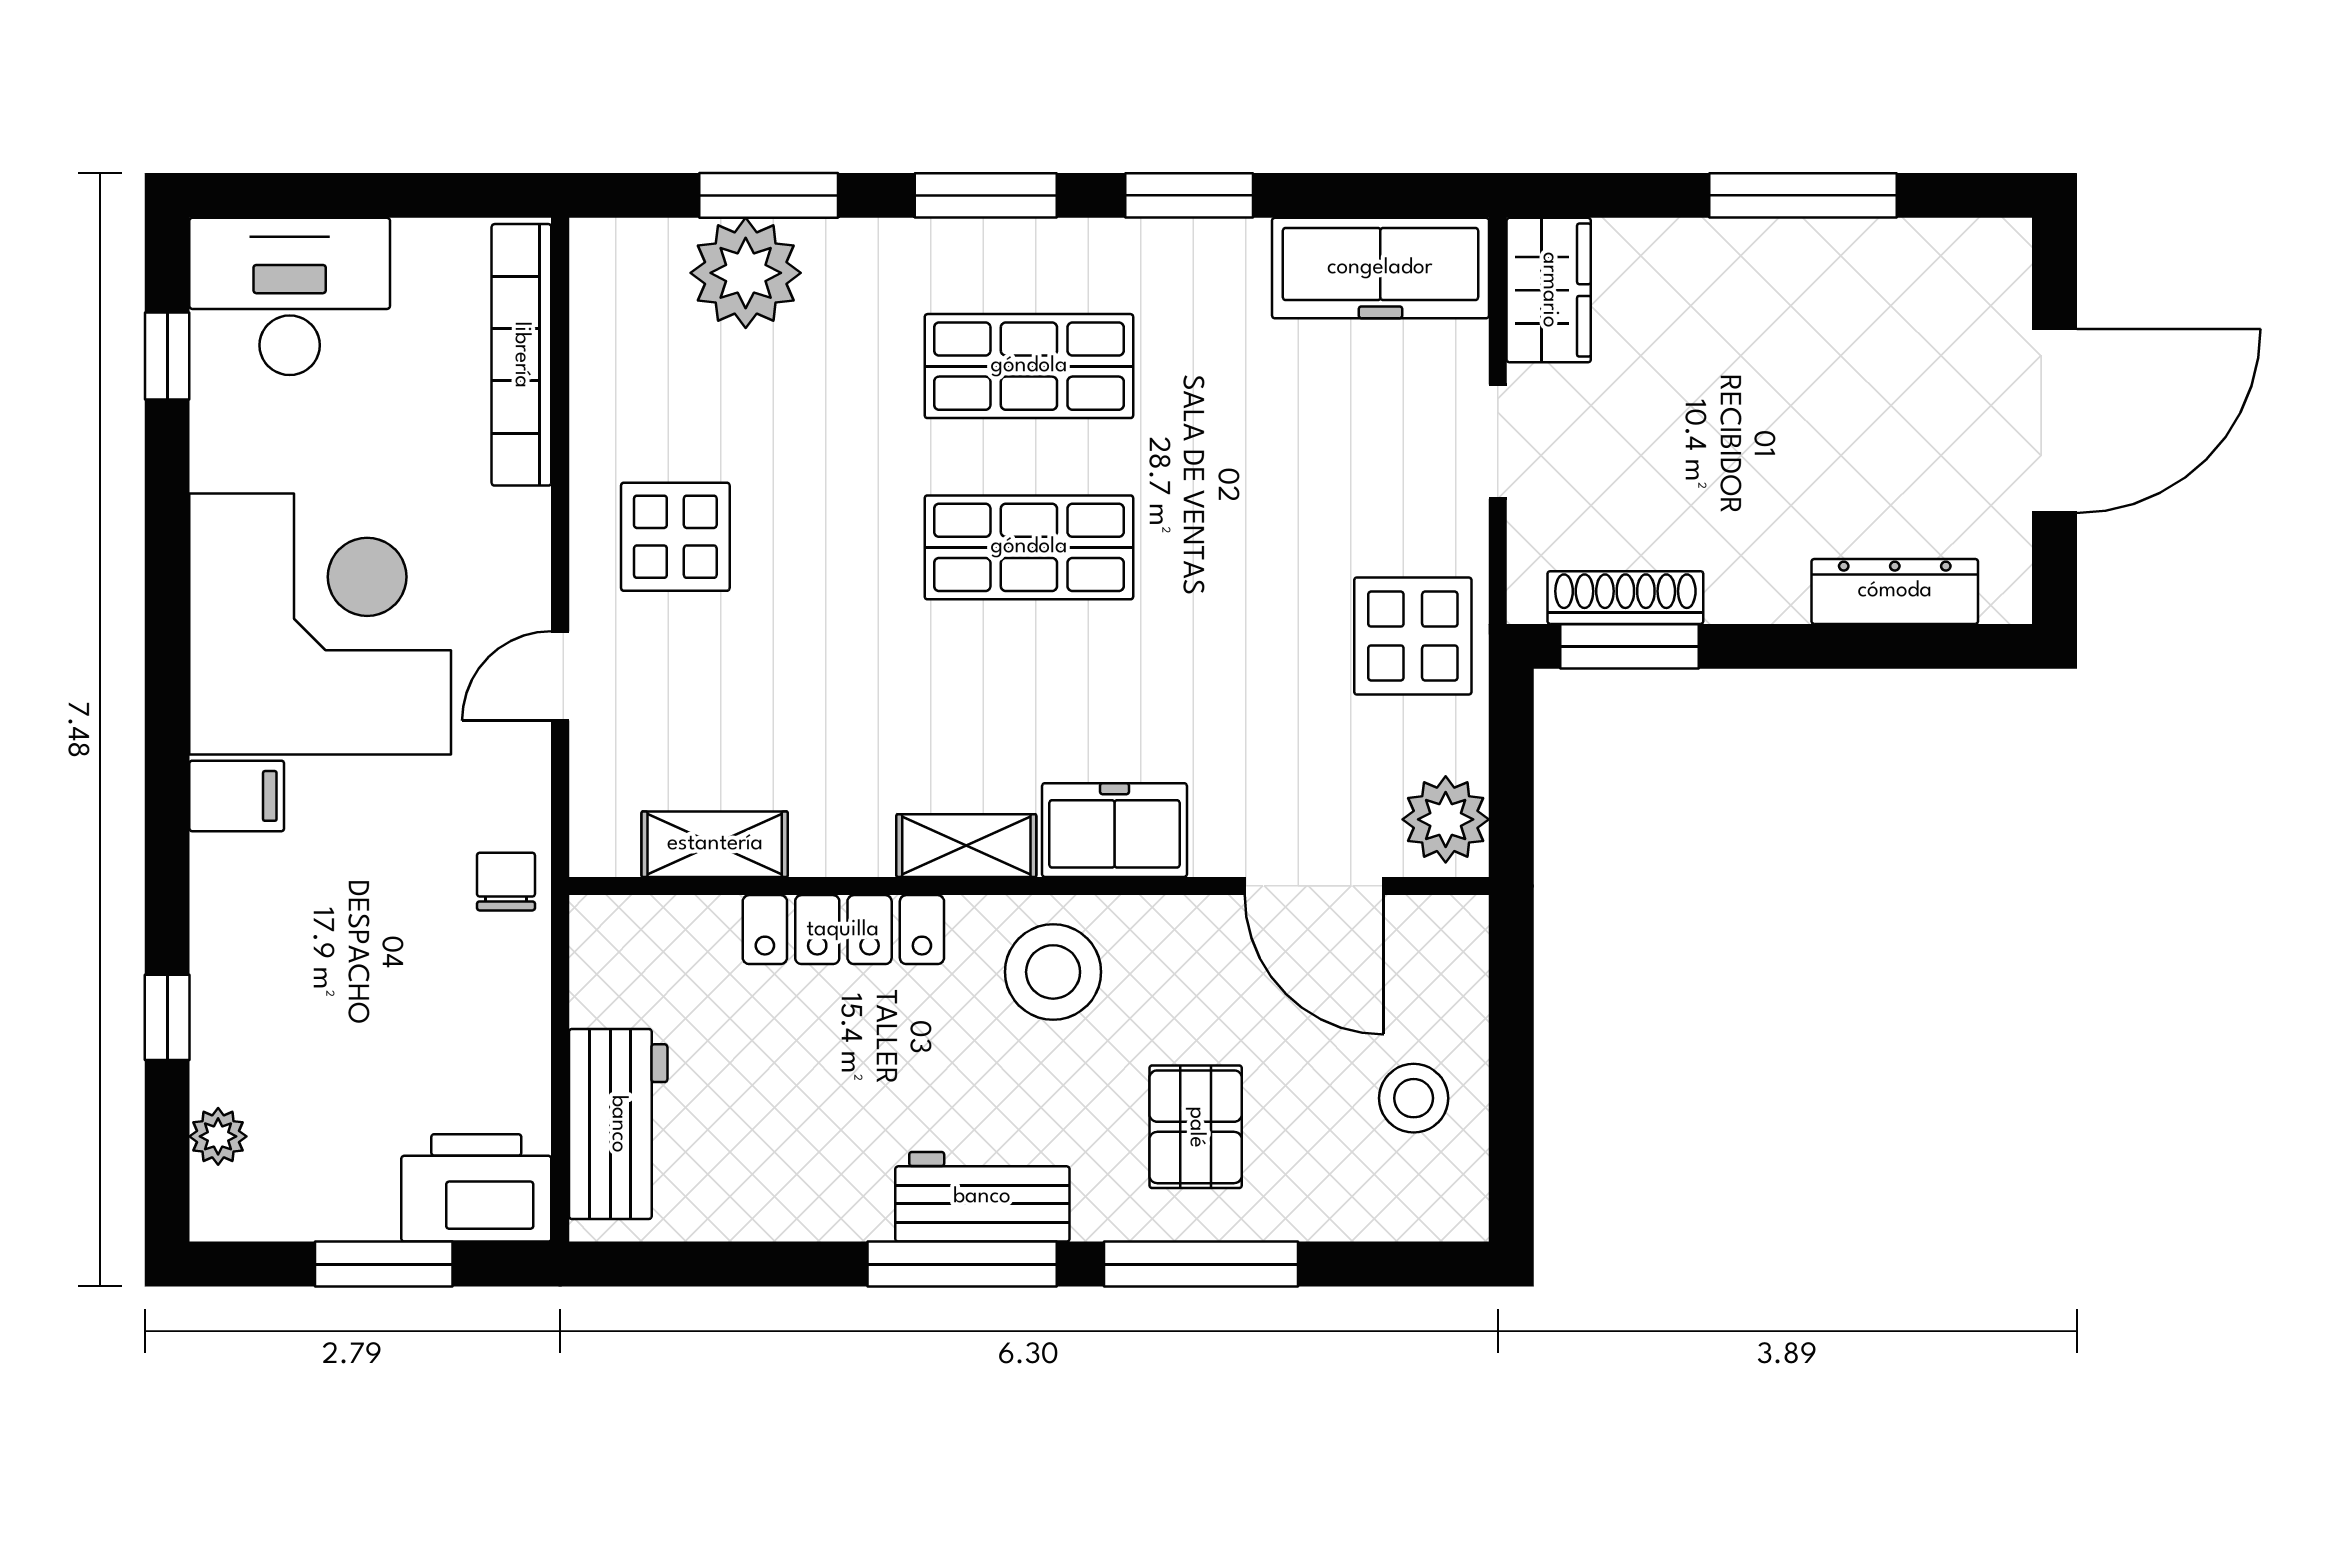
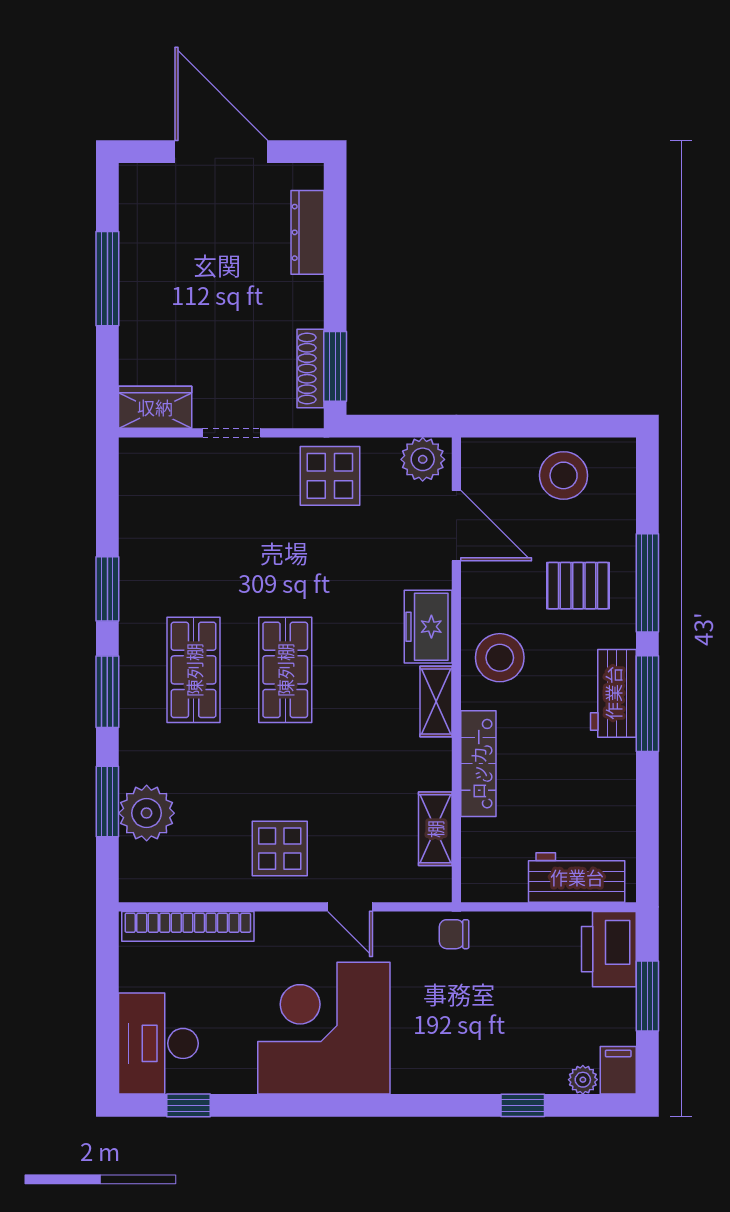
freezer: (1380, 268) -> (144, 492), removed
filing cabinet: (237, 796) -> (618, 1070), moved
door: (1314, 886) -> (456, 526), hinge flipped
stool: (1414, 1098) -> (564, 475), width x1.38, depth x1.38

